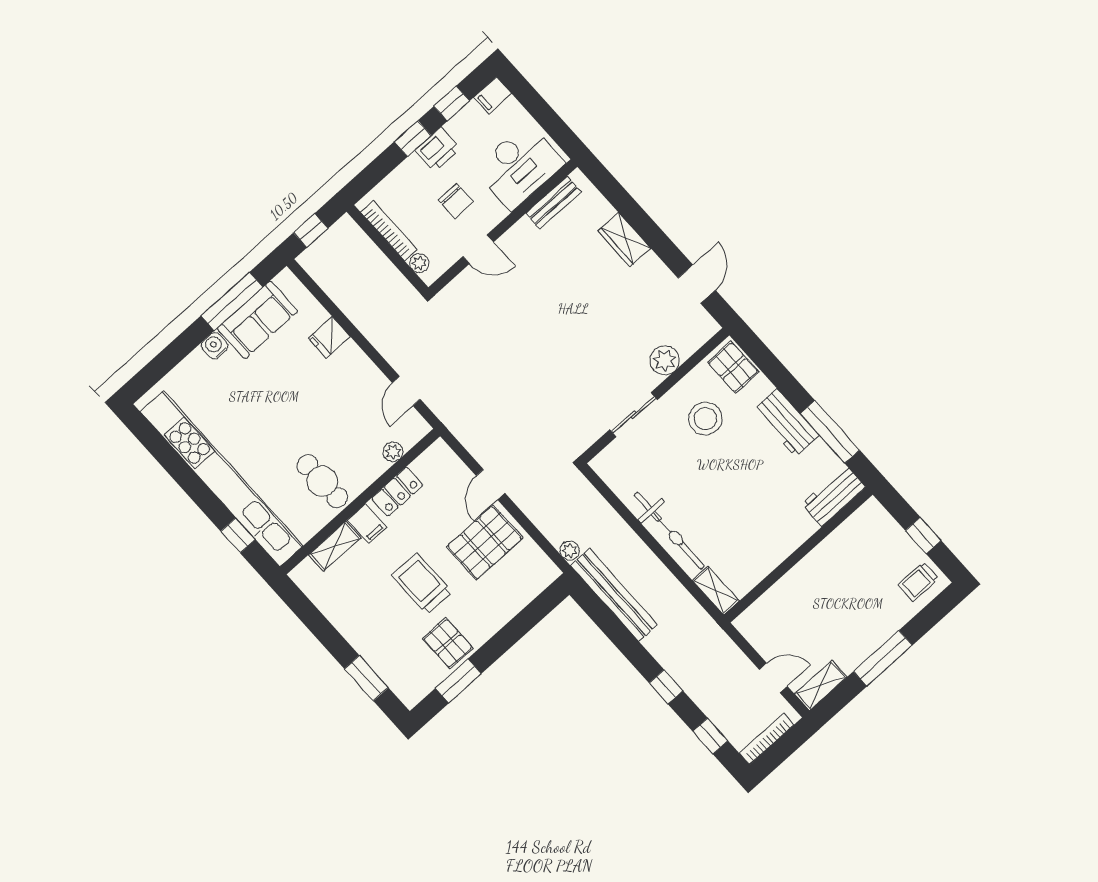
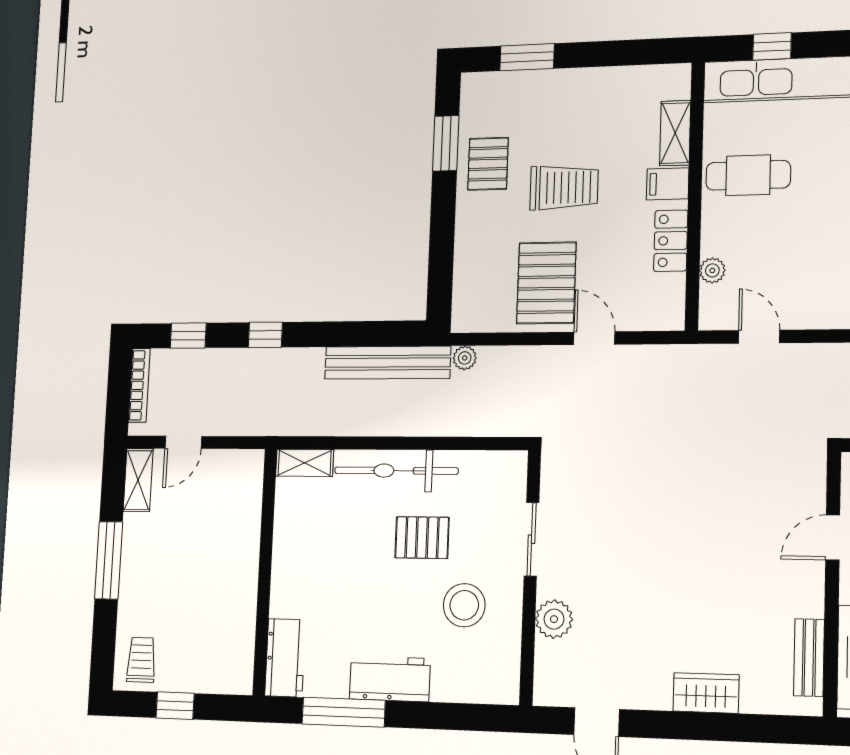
pallet: (733, 367) -> (422, 538), moved
pallet: (448, 643) -> (488, 164), turned 90

